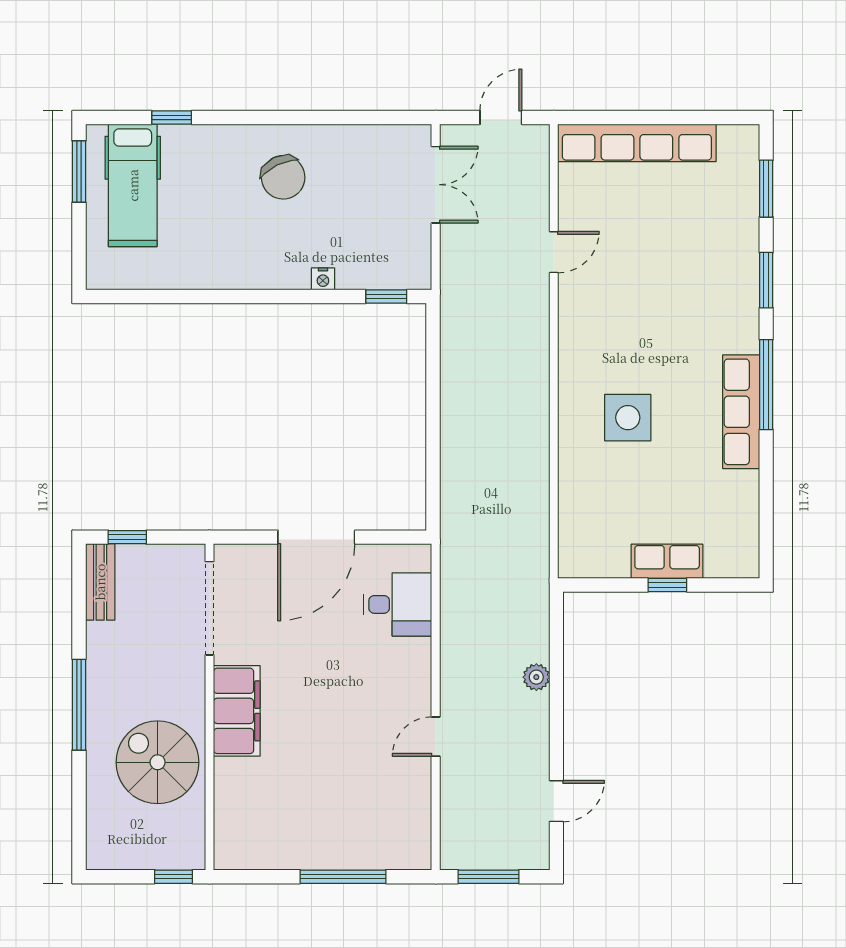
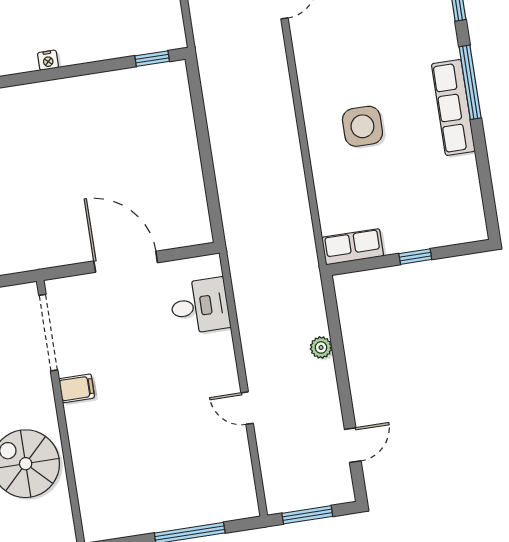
nightstand: (323, 279) -> (48, 60), moved
door: (316, 537) -> (126, 262), swing flipped
row of seats: (667, 561) -> (353, 247), moved
filing cabinet: (237, 711) -> (77, 388), width x0.33, depth x0.86
door: (436, 737) -> (247, 408), hinge flipped

